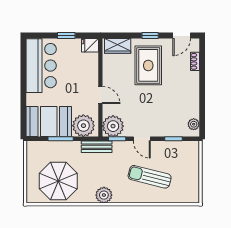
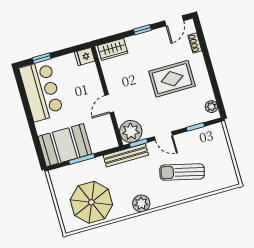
window: (66, 35) -> (42, 58), moved
rug: (148, 65) -> (172, 79), moved, turned 90
door: (100, 95) -> (109, 104), swing flipped
plant: (83, 126) -> (101, 139), removed
bench: (97, 147) -> (126, 155), width x1.36

